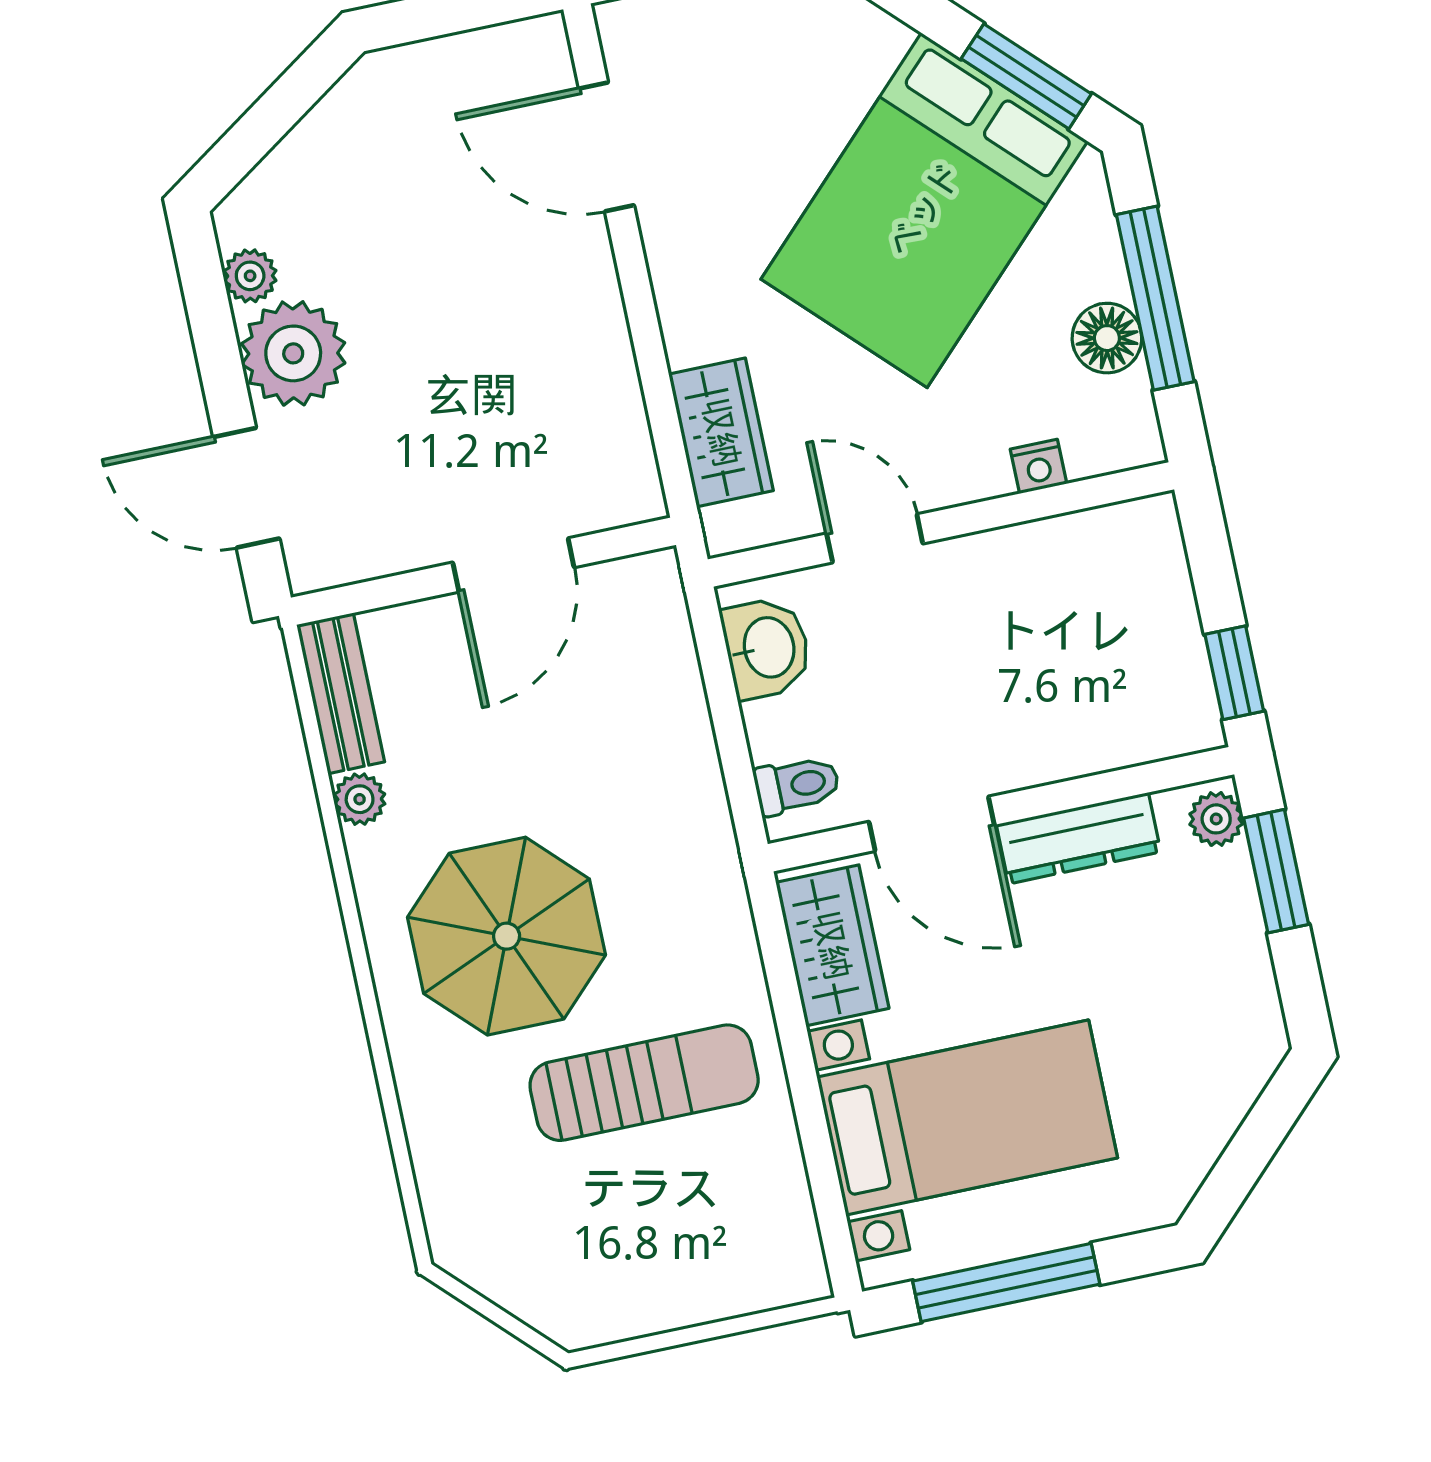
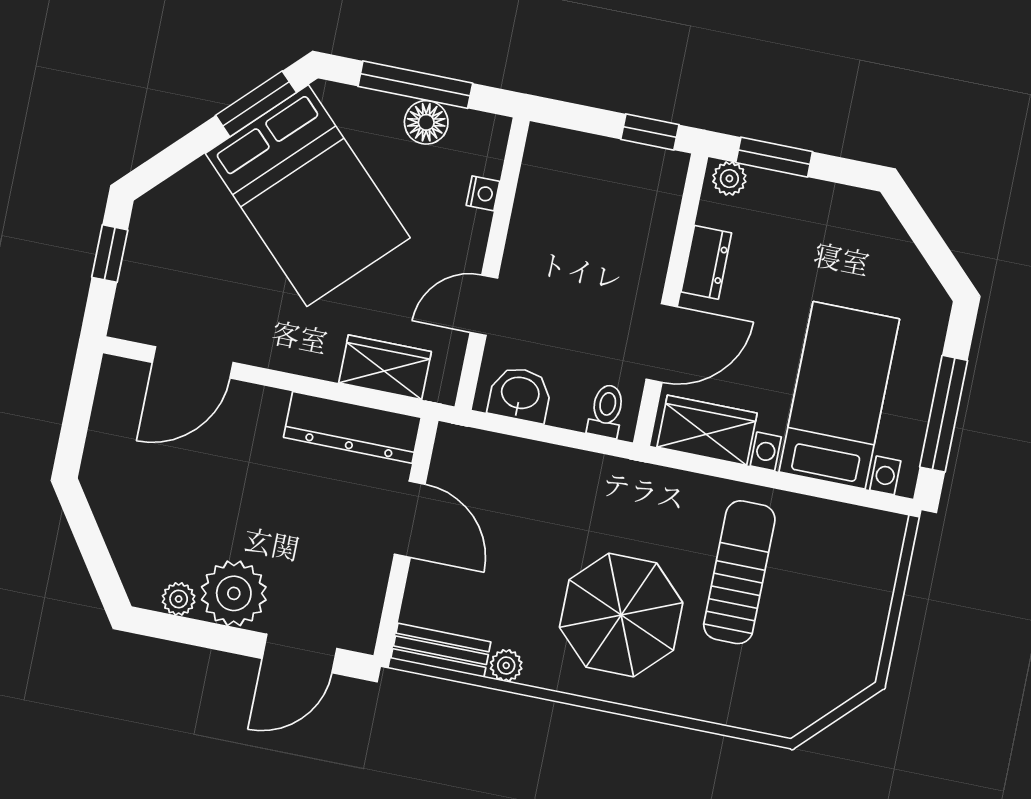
dresser: (612, 423) -> (352, 427), added
dresser: (1078, 838) -> (706, 262), width x0.70

